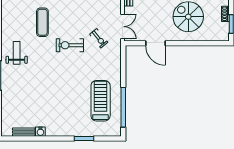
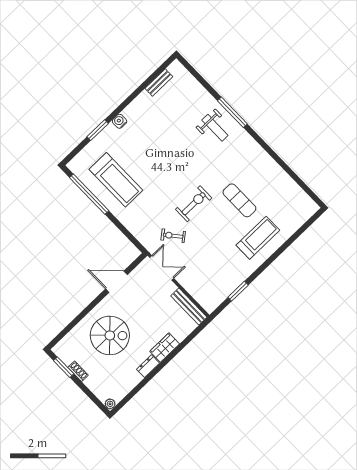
double door: (123, 27) -> (162, 268), swing flipped
weight bench: (17, 53) -> (215, 128), moved
water cooler: (40, 132) -> (120, 121), moved

